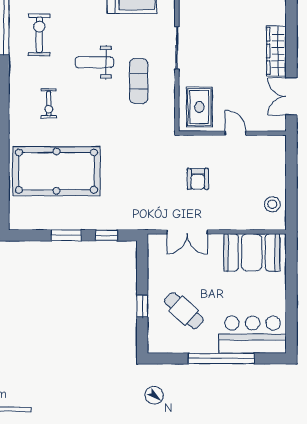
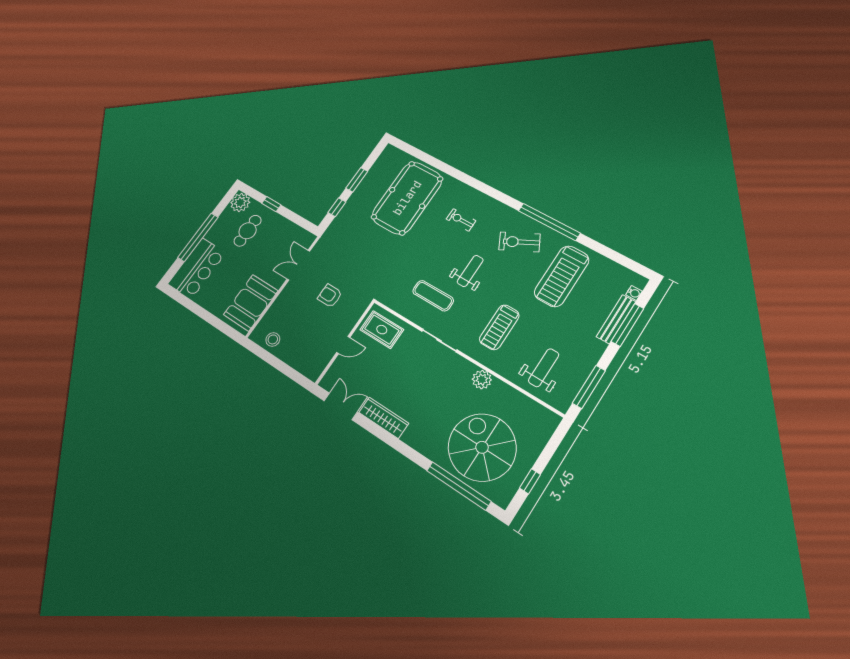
exercise bike: (39, 35) -> (519, 242), turned 153
cafe table: (184, 311) -> (248, 231), turned -42
plant: (160, 341) -> (240, 202), added

